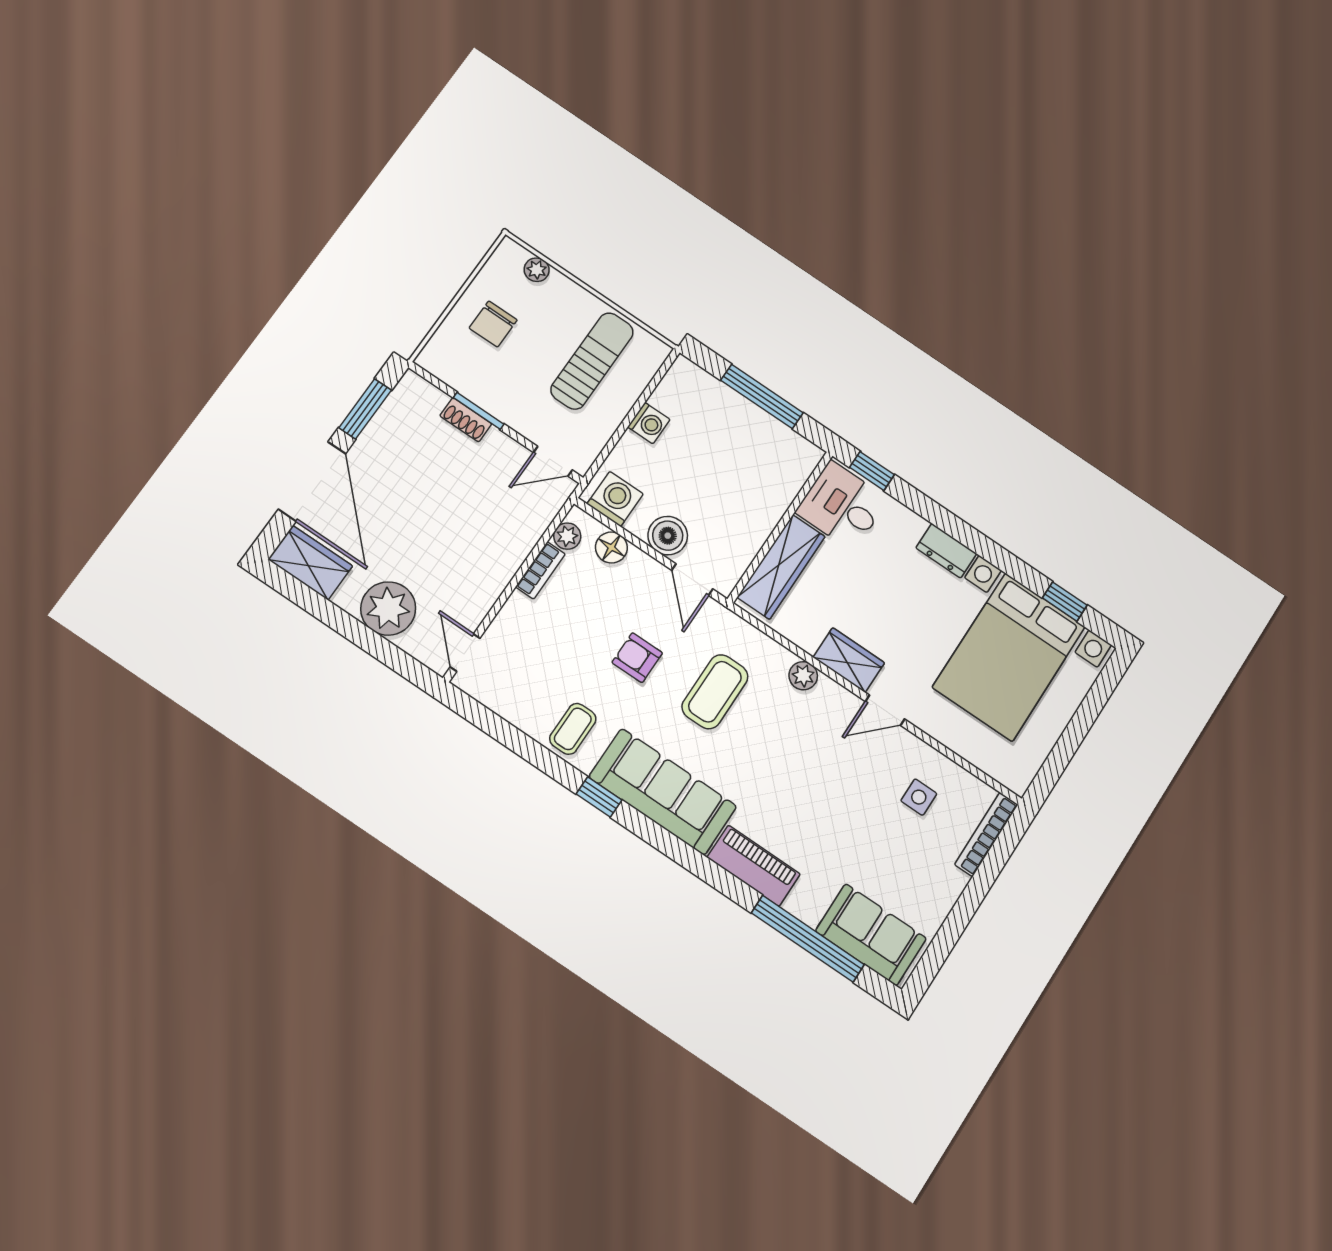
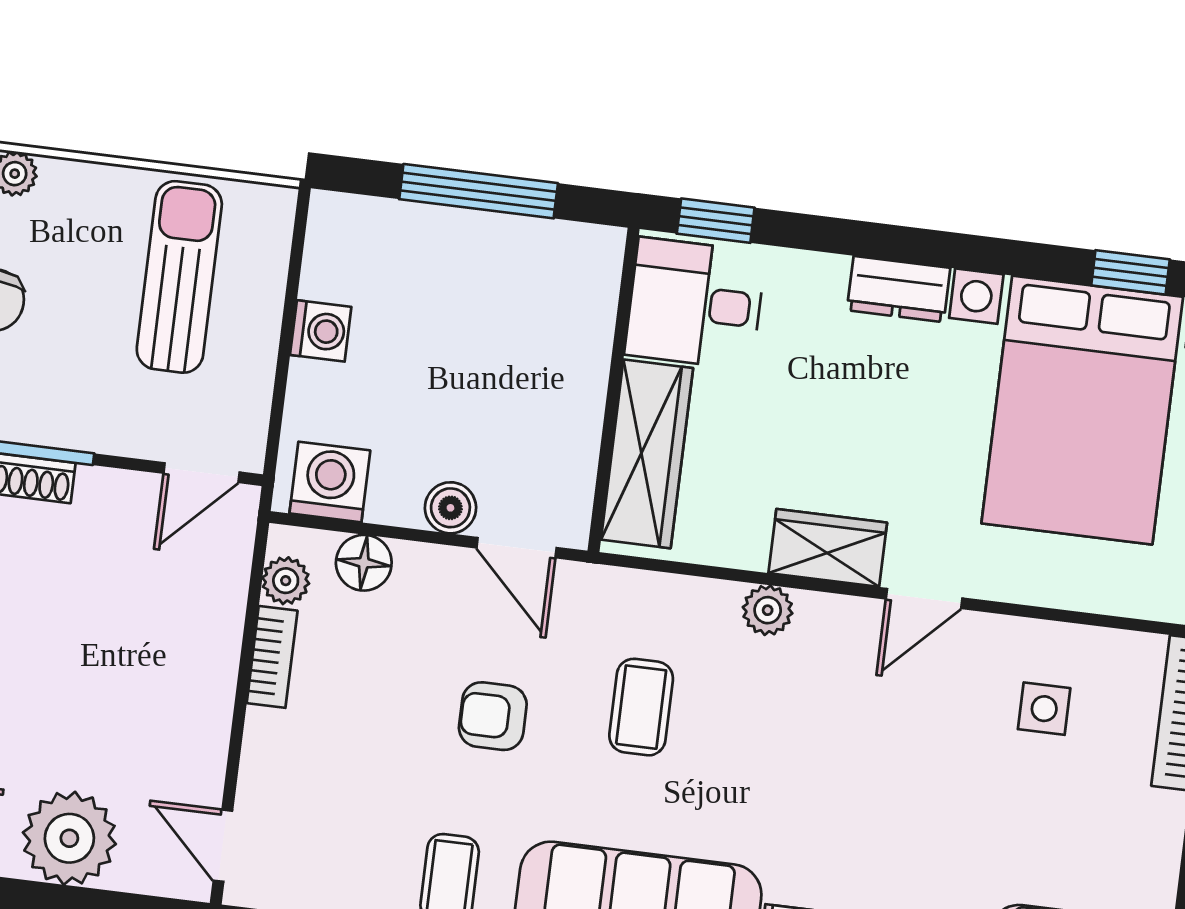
boiler: (668, 536) -> (450, 508), width x0.73, depth x0.73
coffee table: (715, 692) -> (641, 707), width x0.73, depth x0.77

